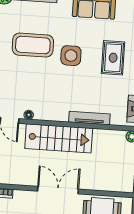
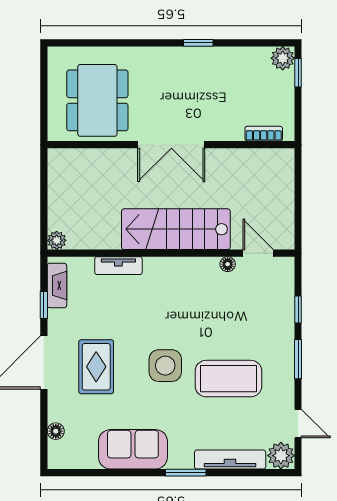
tv unit: (89, 118) -> (118, 266), width x0.71

